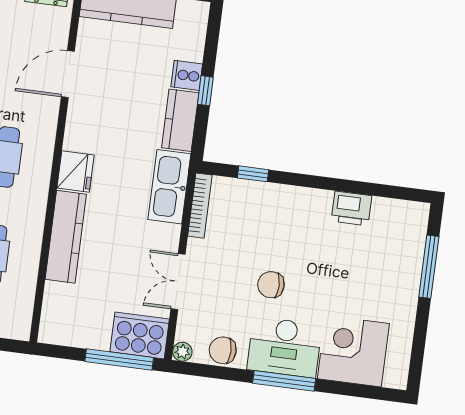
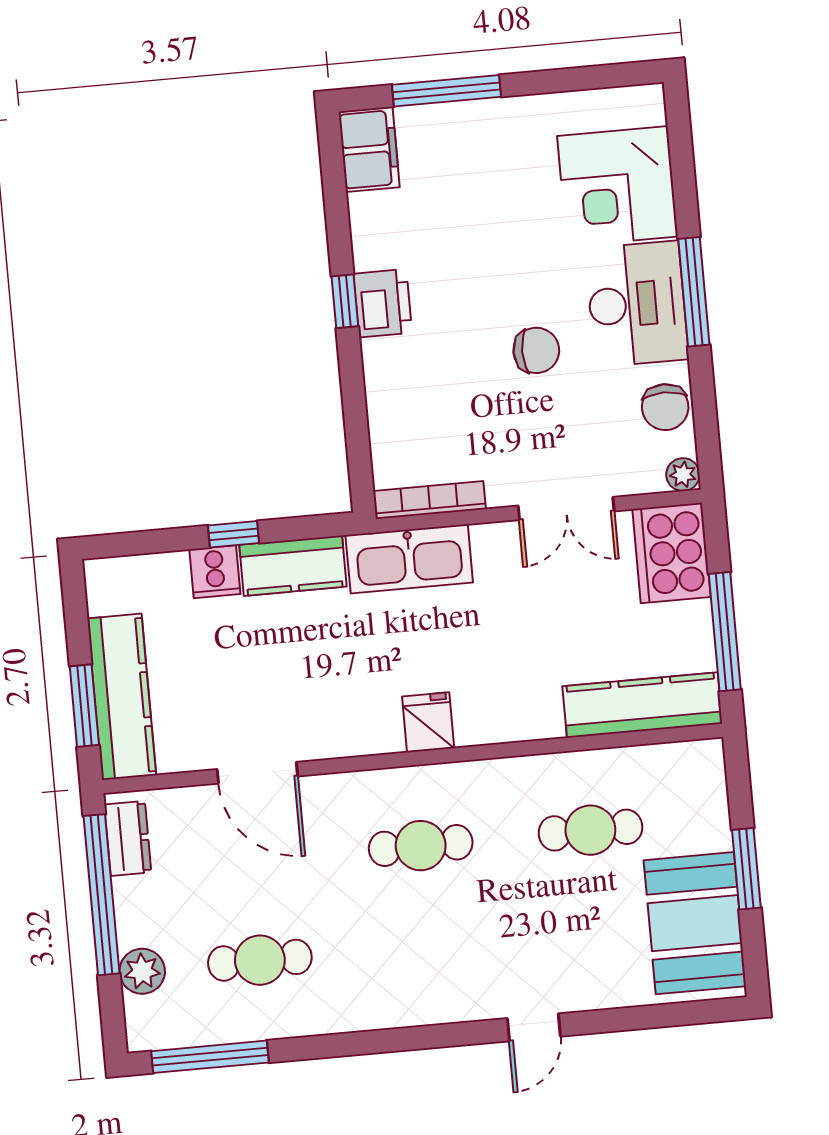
fridge: (75, 172) -> (428, 722), width x0.72
window: (253, 174) -> (345, 301), moved
printer: (351, 208) -> (383, 303), moved
filing cabinet: (405, 216) -> (369, 149), added
kitchen counter: (66, 237) -> (642, 705), moved
chair: (271, 285) -> (536, 350), turned -90
window: (119, 360) -> (725, 632), moved

